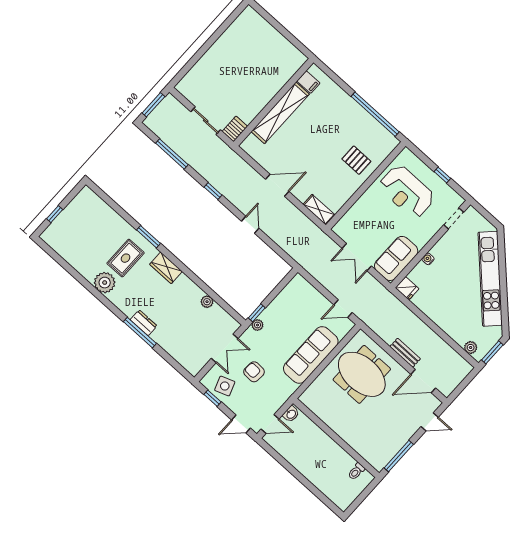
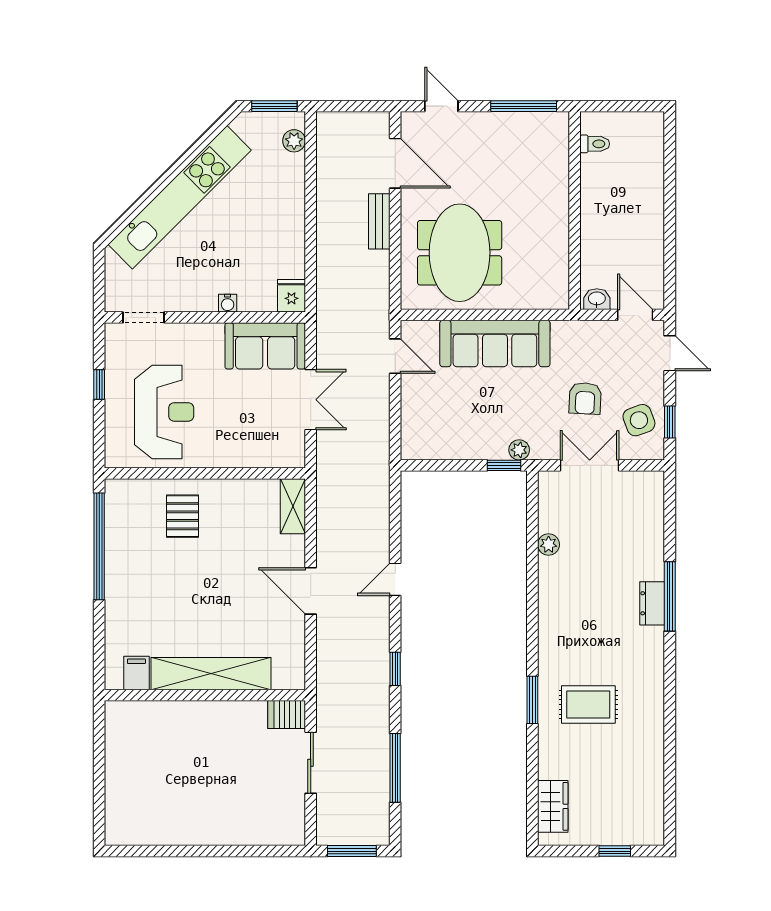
wardrobe: (166, 268) -> (553, 806), moved
plant: (105, 283) -> (646, 703), removed

